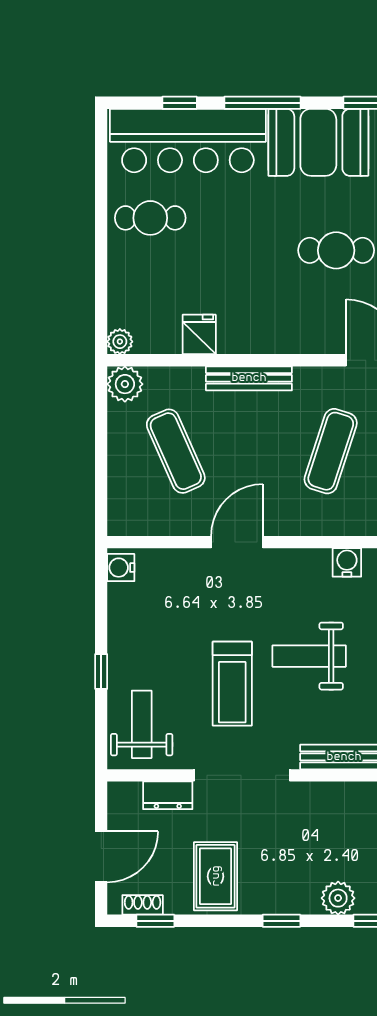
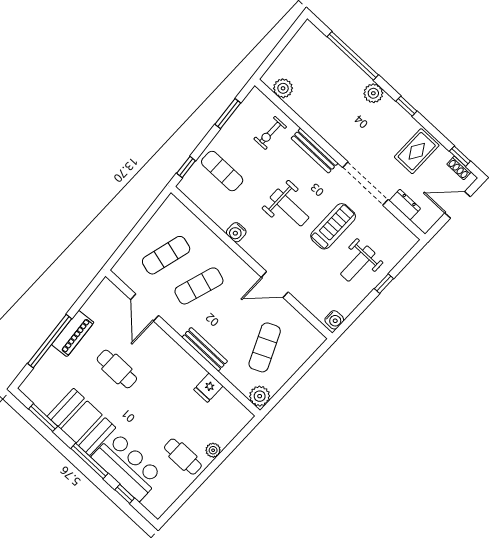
bar counter: (188, 141) -> (127, 466), width x0.73
plant: (120, 342) -> (213, 450), moved
weight bench: (142, 724) -> (358, 264), moved

